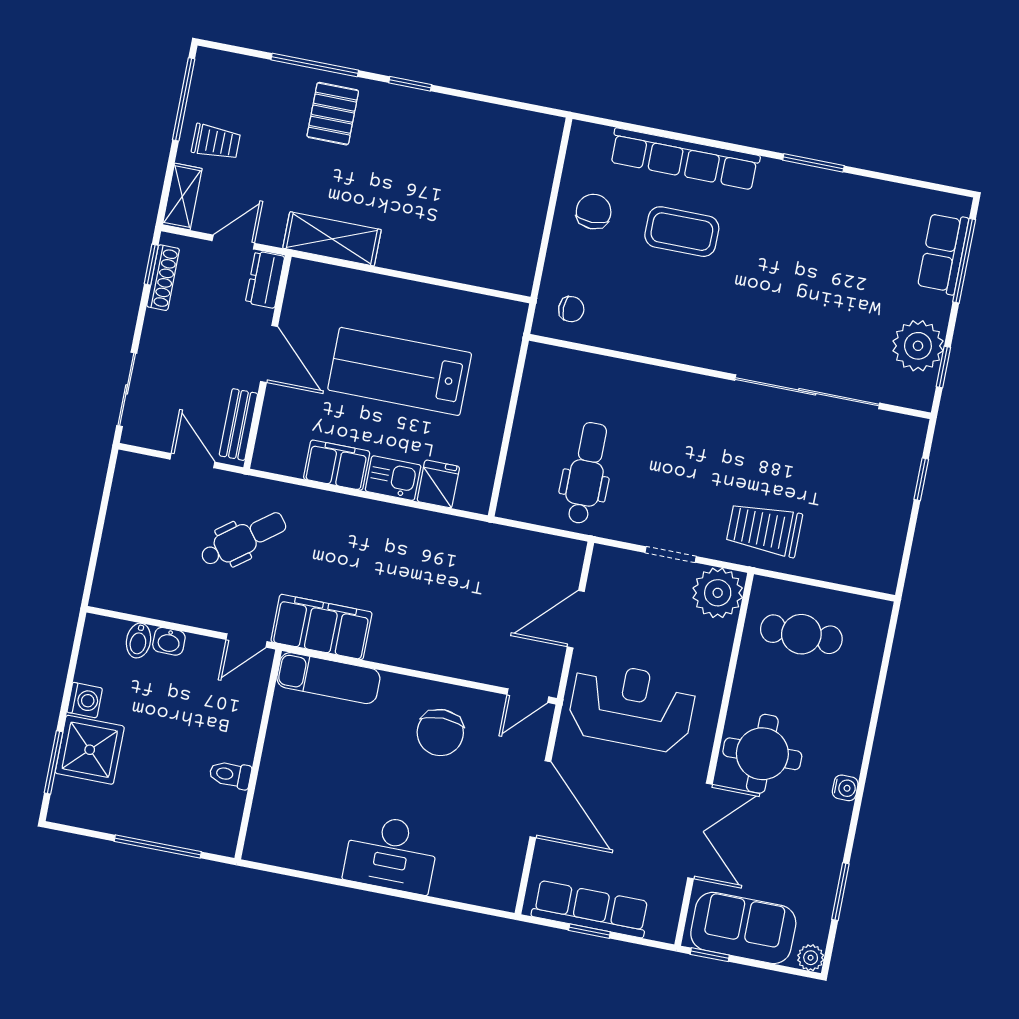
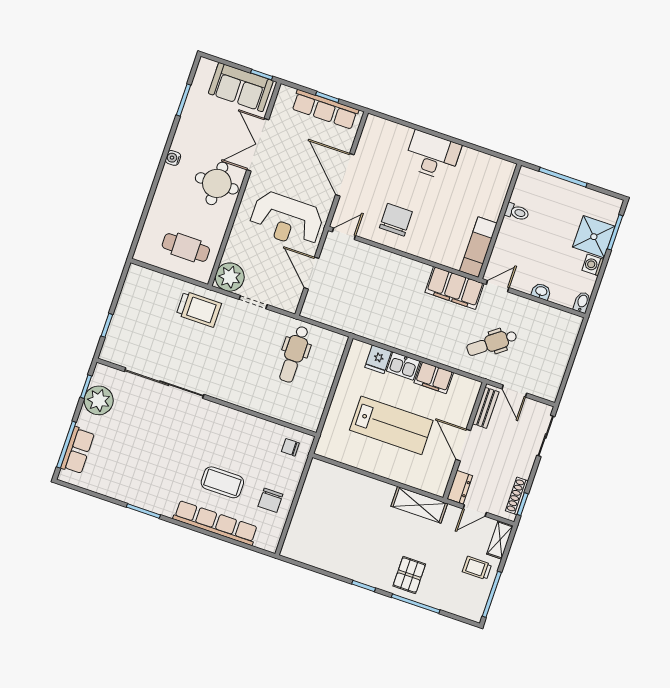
door: (576, 619) -> (311, 273), swing flipped
bidet: (139, 641) -> (582, 302), moved
exam couch: (328, 678) -> (478, 247), moved, turned -90
plant: (811, 958) -> (205, 65), removed

